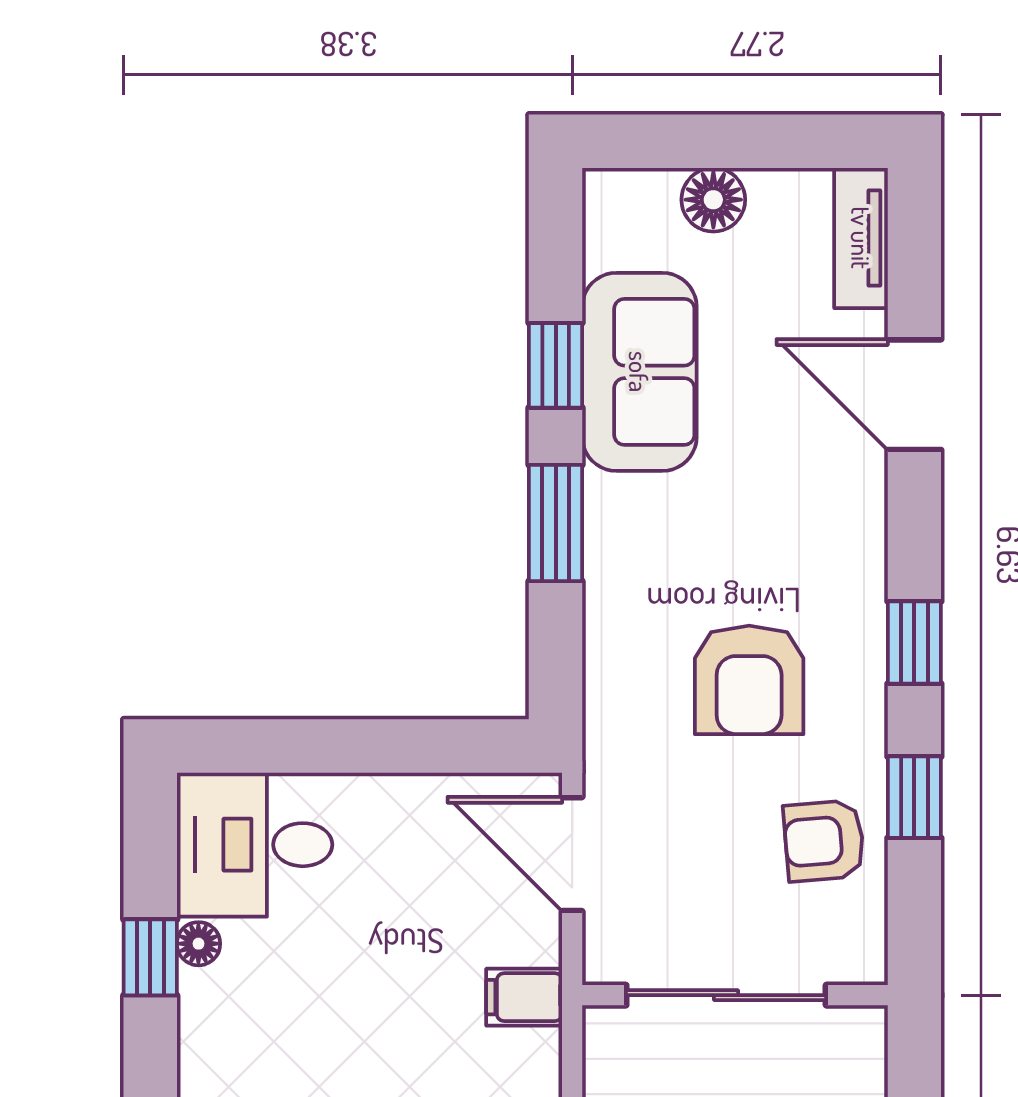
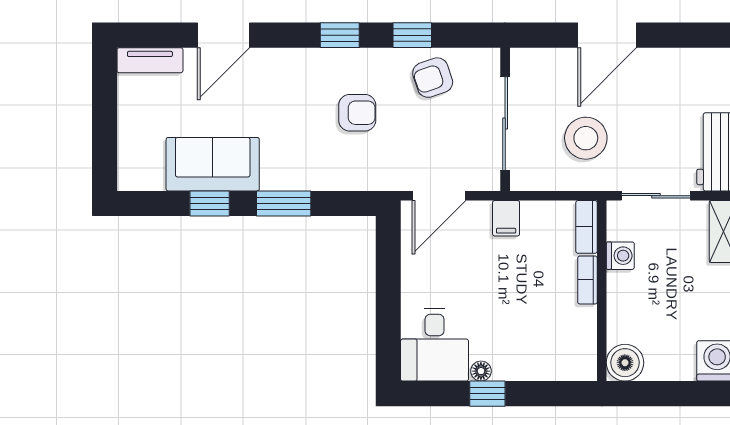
floor lamp: (713, 200) -> (132, 130), removed
armchair: (749, 680) -> (357, 113), width x0.72, depth x0.72
armchair: (824, 841) -> (433, 78), turned 76

